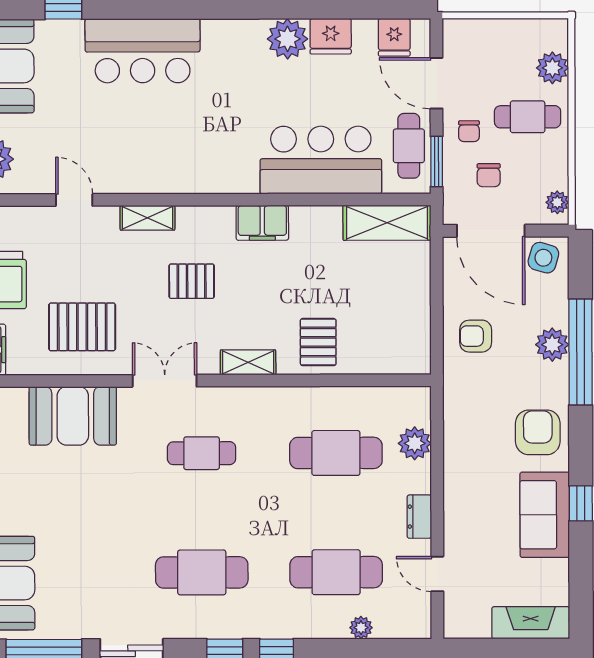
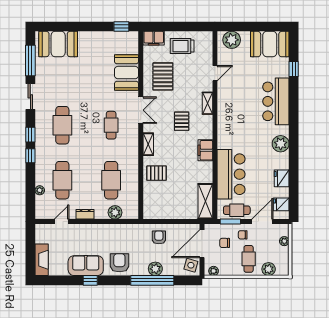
plant: (484, 30) -> (284, 241), added
plant: (287, 39) -> (281, 144), moved
armchair: (538, 432) -> (119, 263), turned -90

